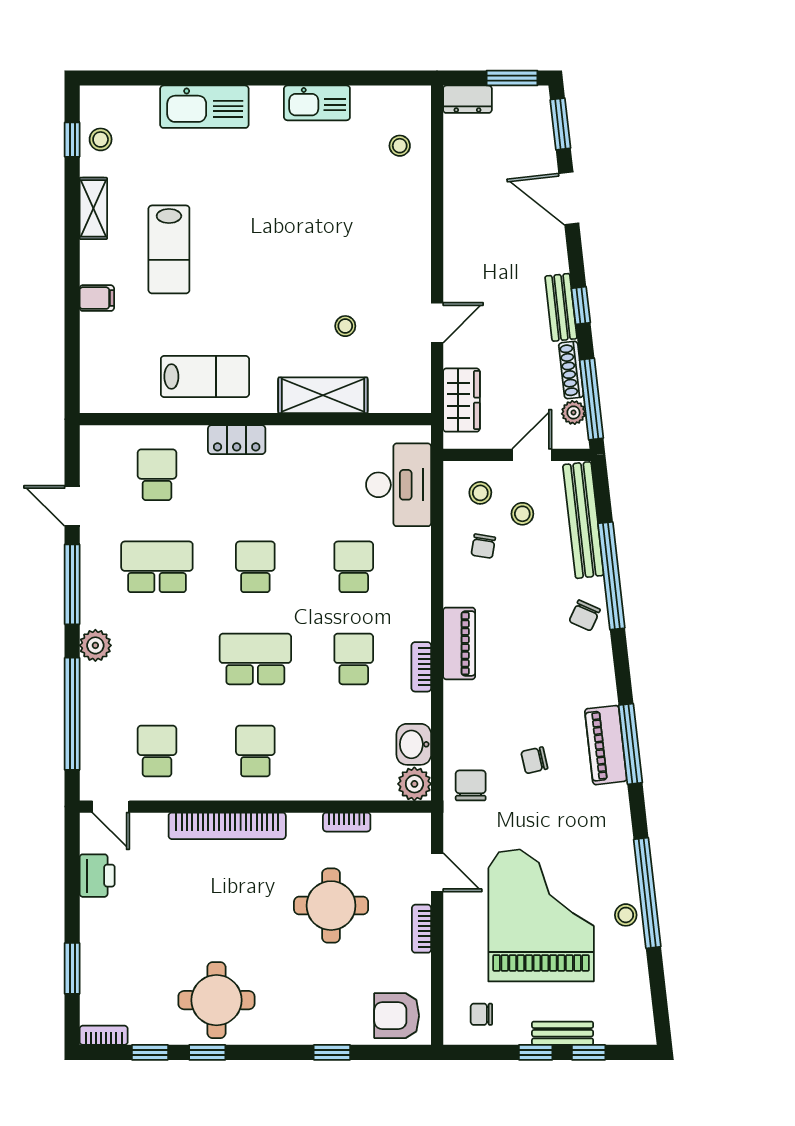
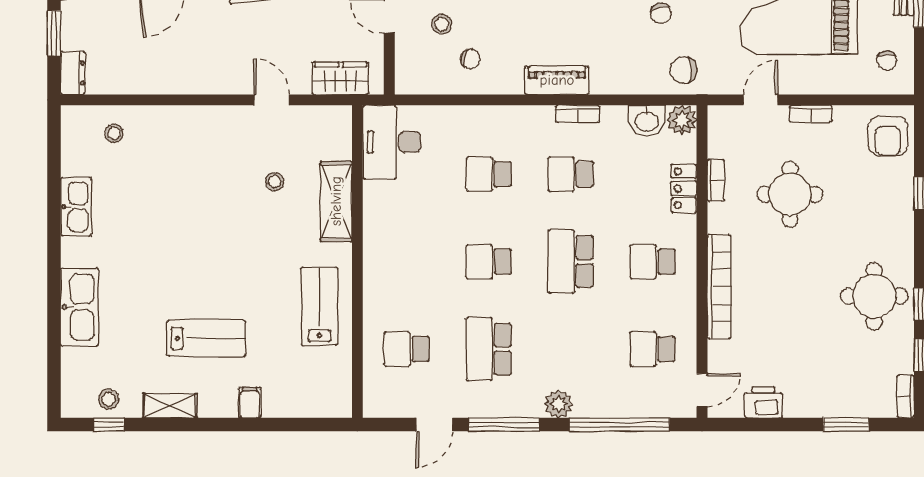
locker: (237, 440) -> (684, 188), moved, turned 180
desk: (399, 485) -> (392, 142), moved, turned -90
stool: (480, 493) -> (423, 61), removed

